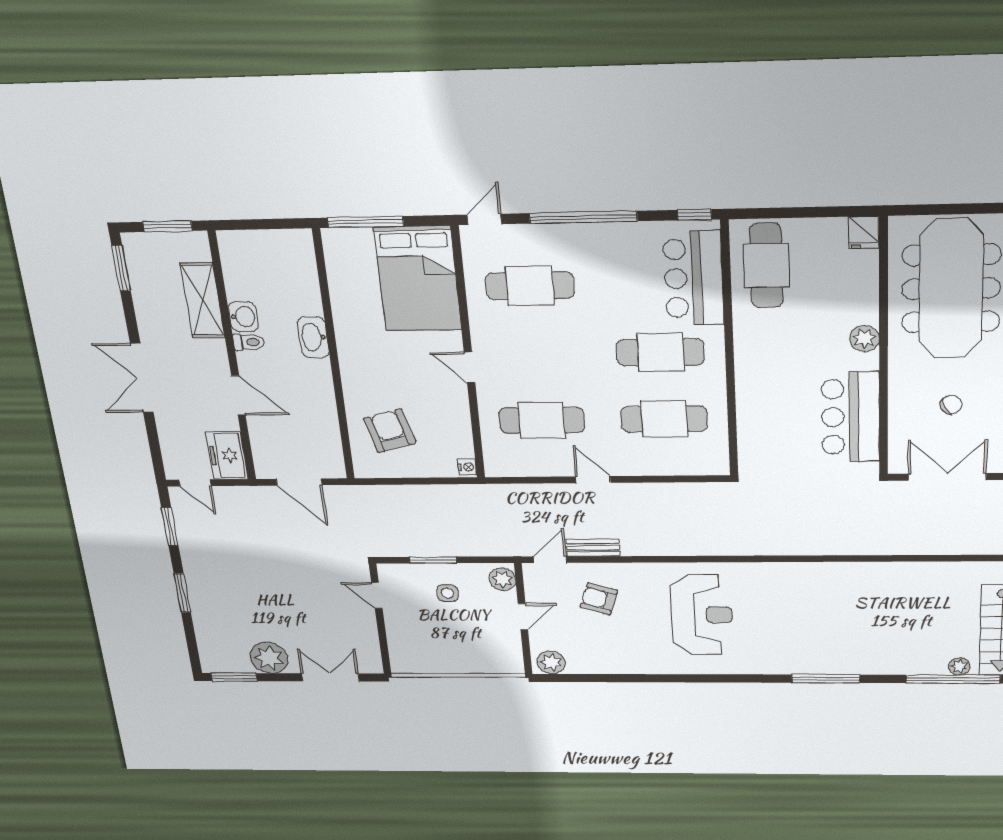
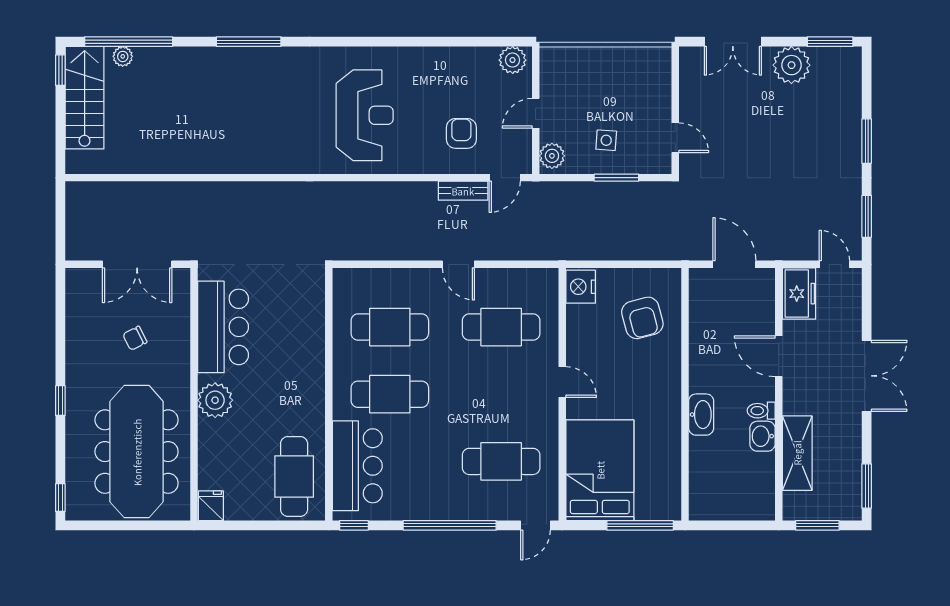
plant: (865, 339) -> (215, 400), width x1.36, depth x1.36
nightstand: (467, 467) -> (581, 287), width x1.89, depth x1.79
armchair: (599, 599) -> (461, 133), turned -108
reception desk: (702, 615) -> (365, 115), turned 180

